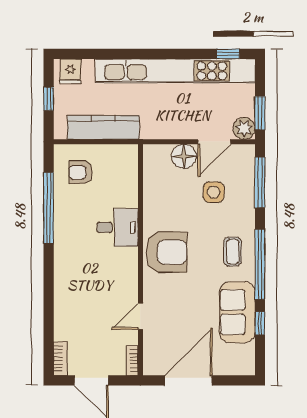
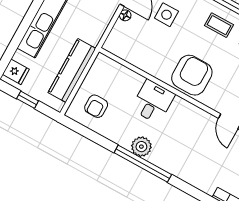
floor lamp: (184, 156) -> (125, 15), width x0.53, depth x0.53
window: (49, 208) -> (143, 164), moved
plant: (65, 241) -> (141, 147), added

